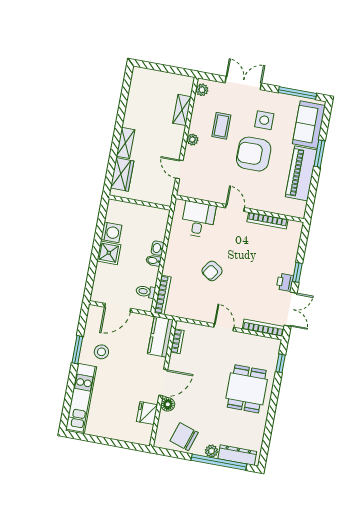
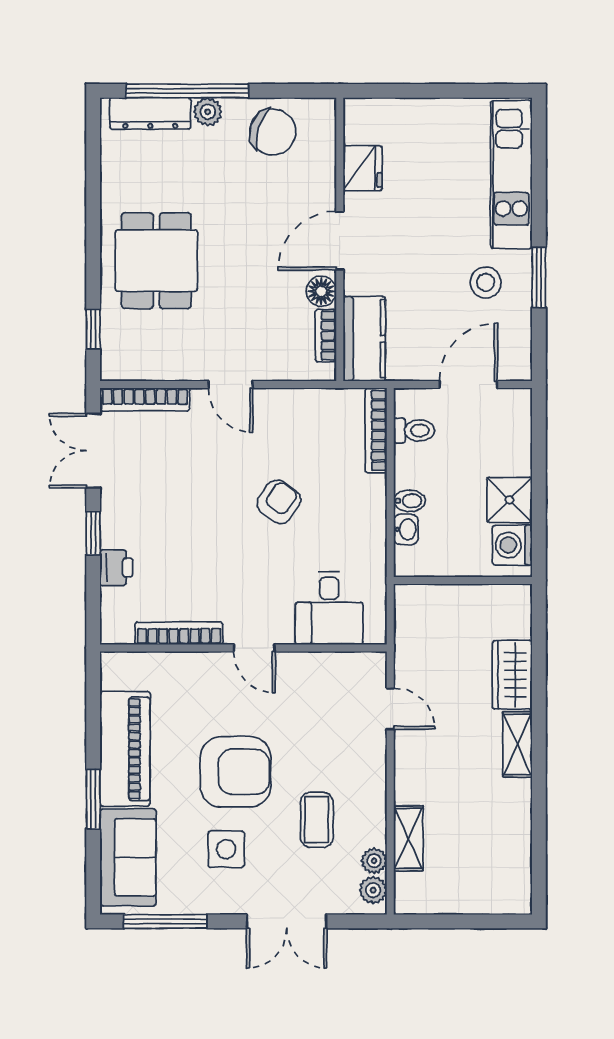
plant: (192, 140) -> (374, 861), moved
wall: (140, 203) -> (463, 580), moved
printer: (285, 282) -> (116, 568), moved
floor lamp: (168, 404) -> (321, 291), moved

